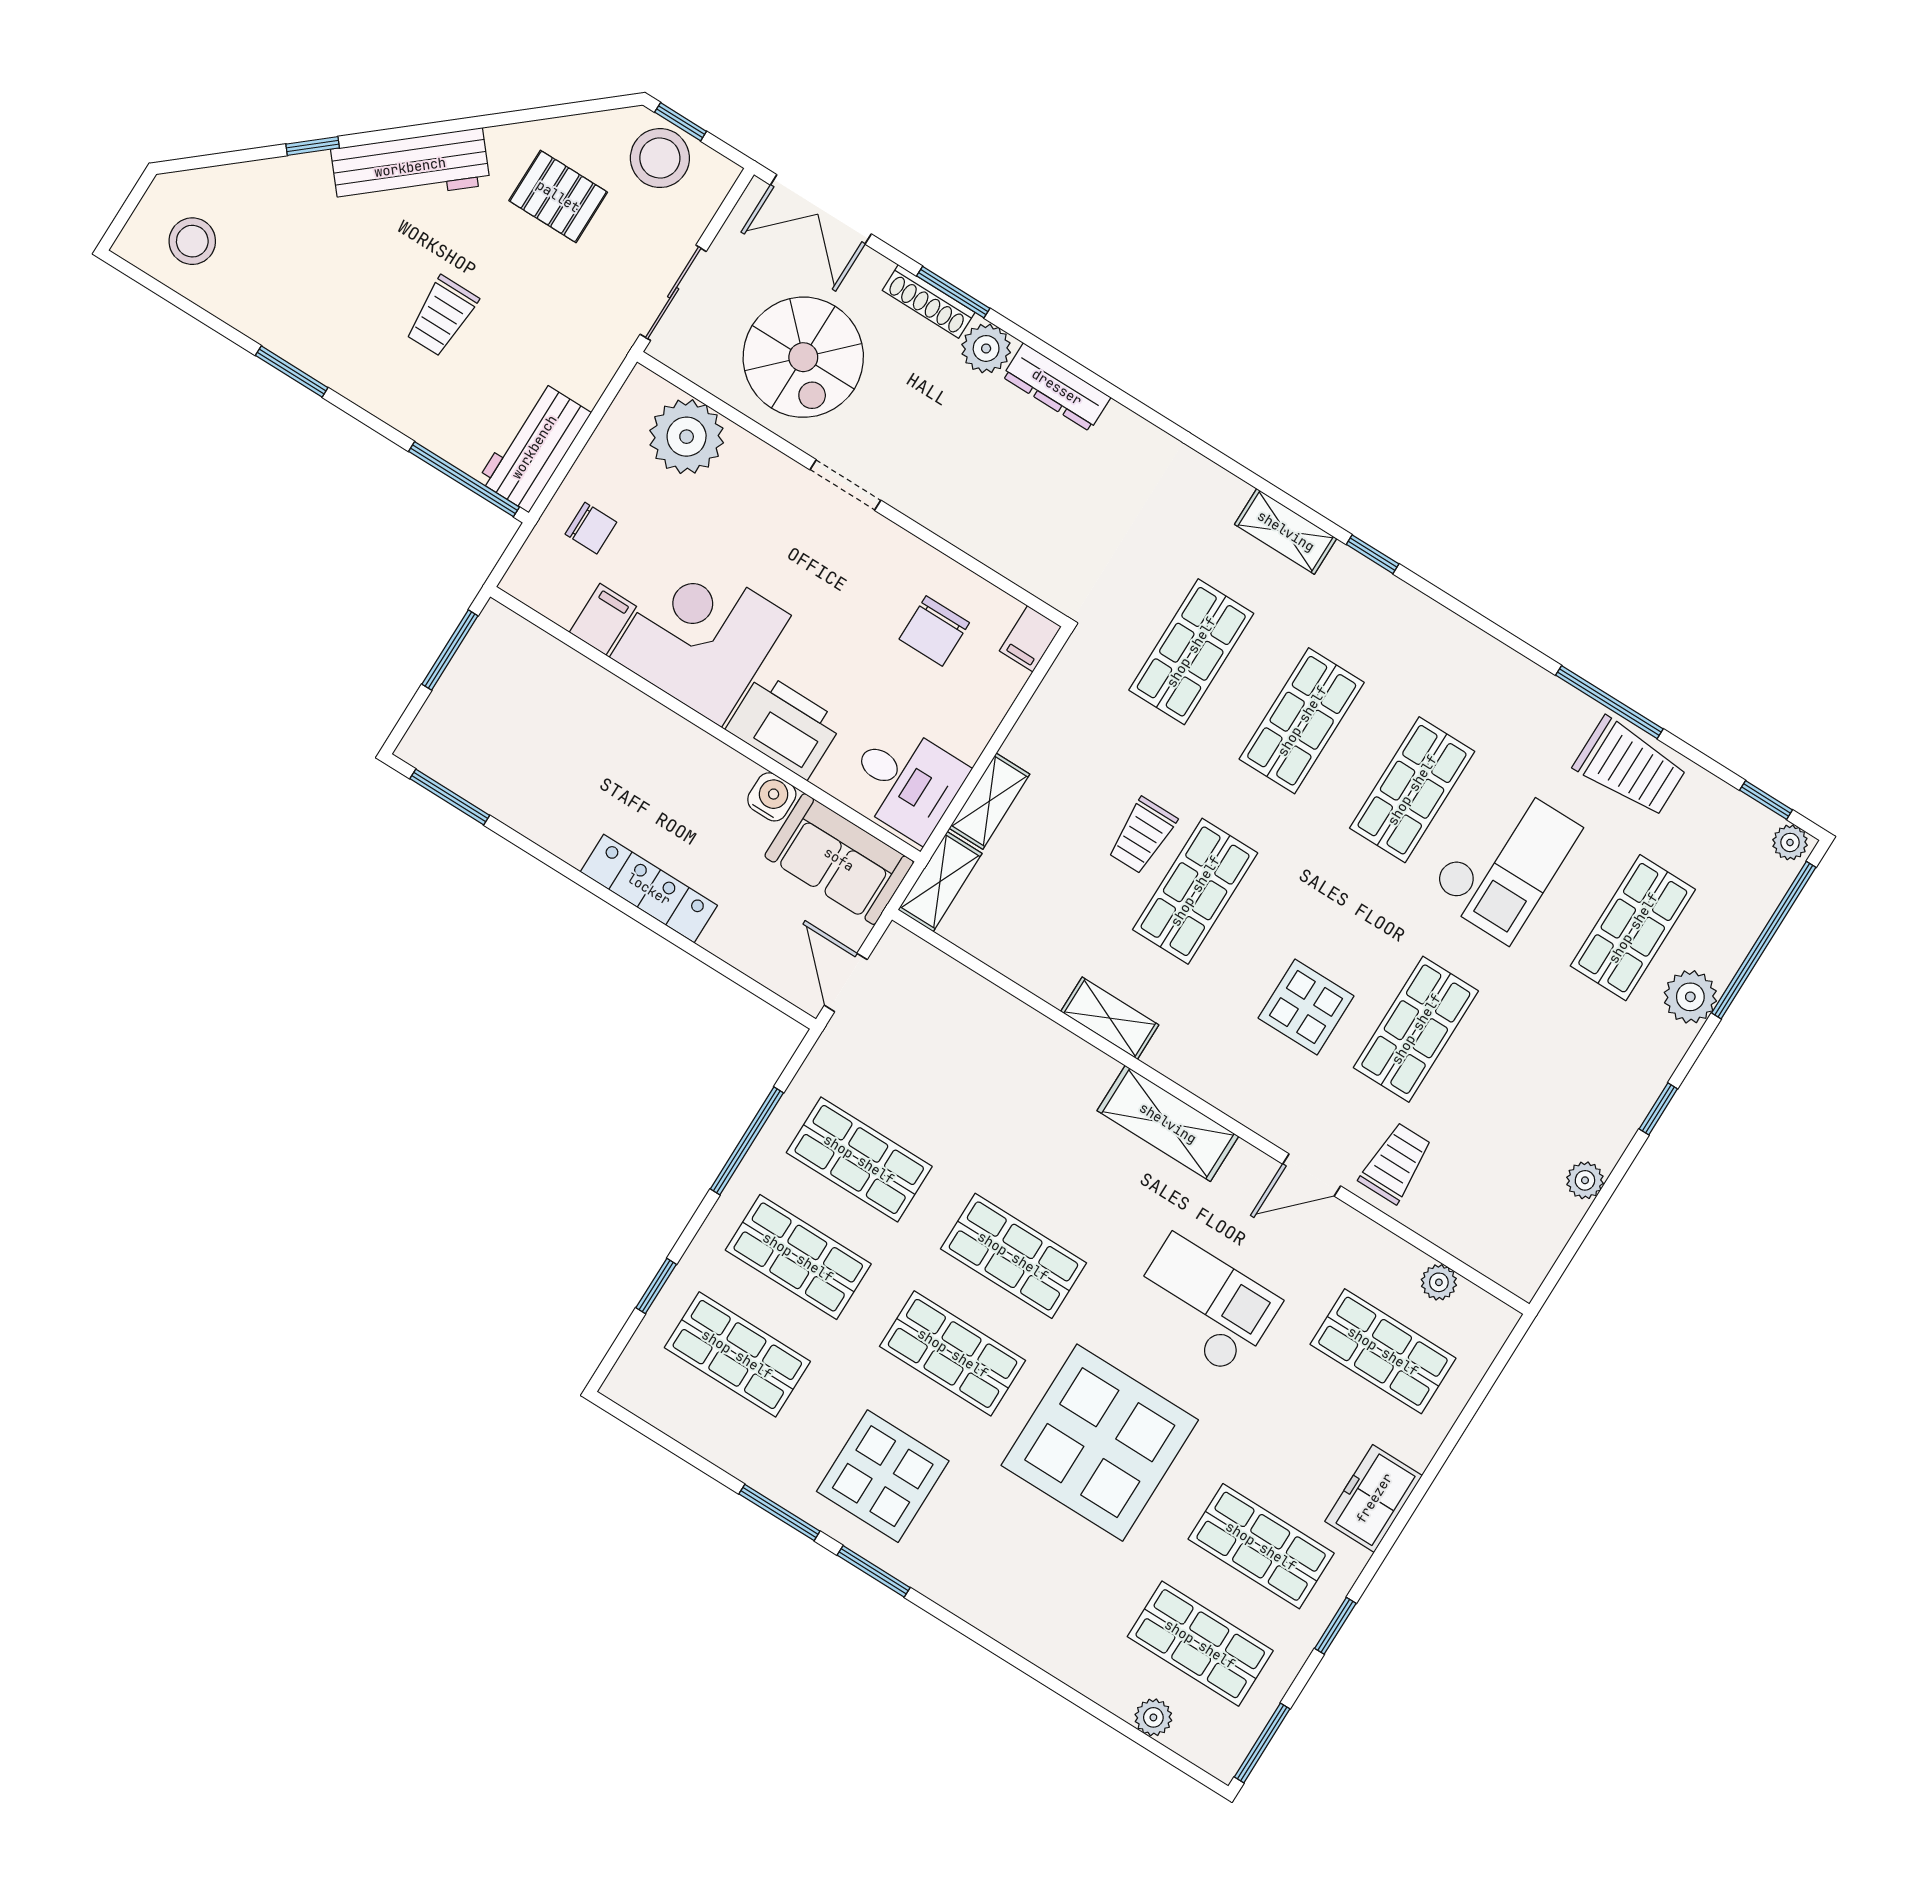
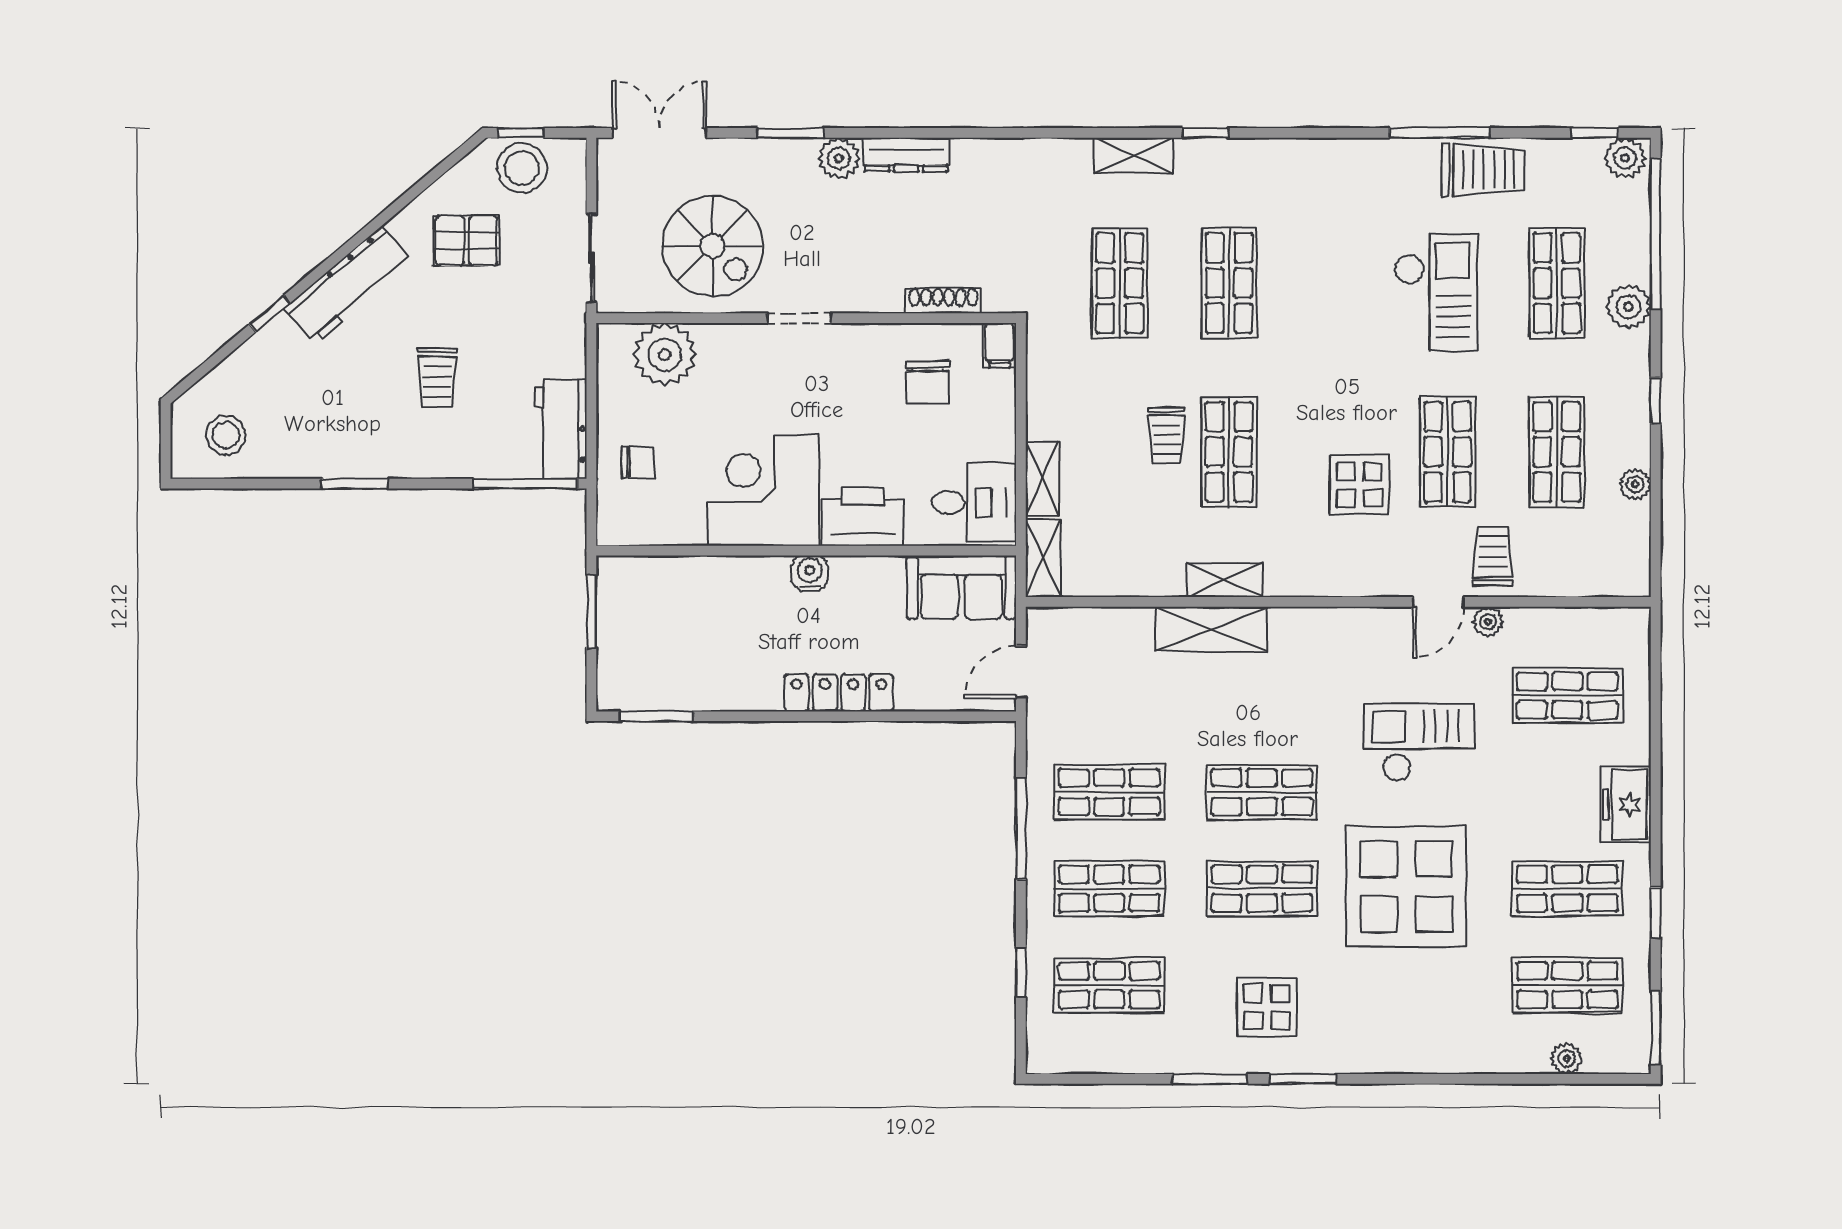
double door: (821, 209) -> (659, 133), swing flipped
shoe rack: (929, 301) -> (943, 301), moved, turned 180
filing cabinet: (603, 619) -> (687, 522), removed
shop shelf: (1412, 790) -> (1557, 452), moved
water cooler: (772, 797) -> (810, 573), moved
plant: (1790, 842) -> (1625, 158), width x1.38, depth x1.38
door: (846, 982) -> (1021, 672), hinge flipped
shelving: (1168, 1123) -> (1211, 629), moved
plant: (1439, 1282) -> (1488, 622), moved
display table: (883, 1476) -> (1267, 1007), width x0.73, depth x0.73

